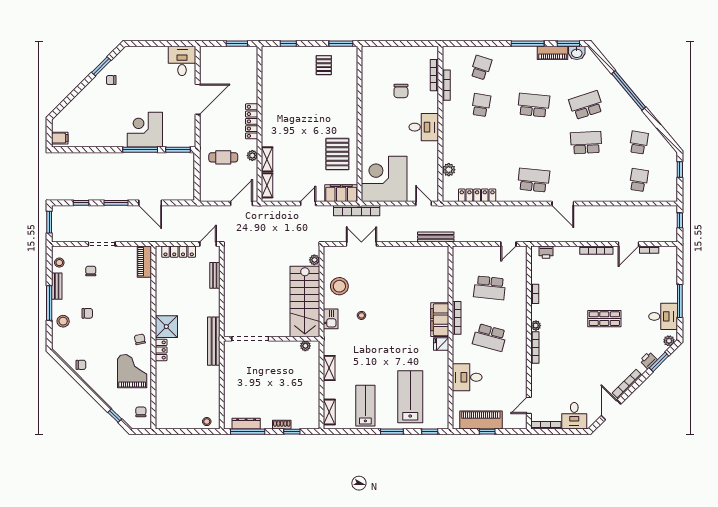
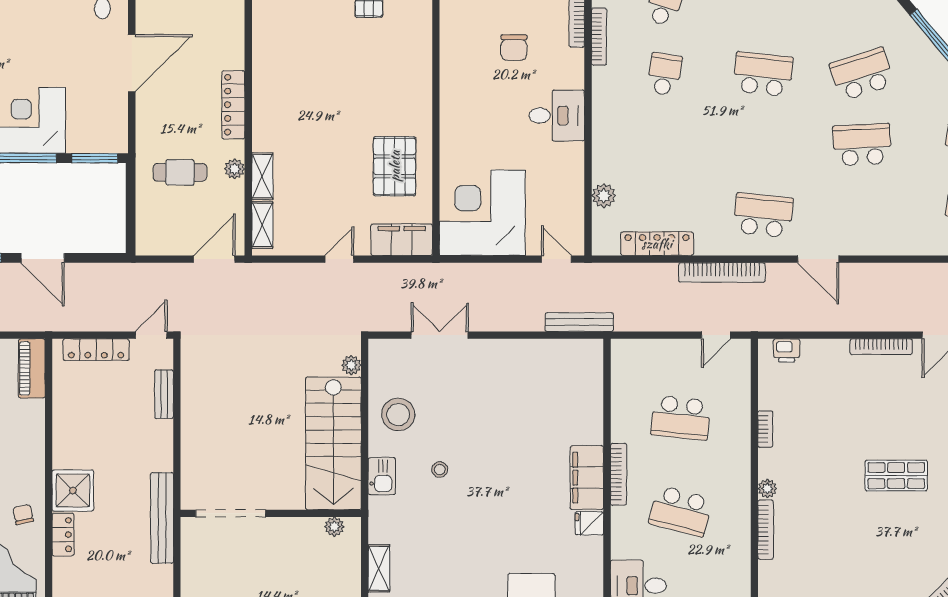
bookcase: (357, 211) -> (722, 273), moved

